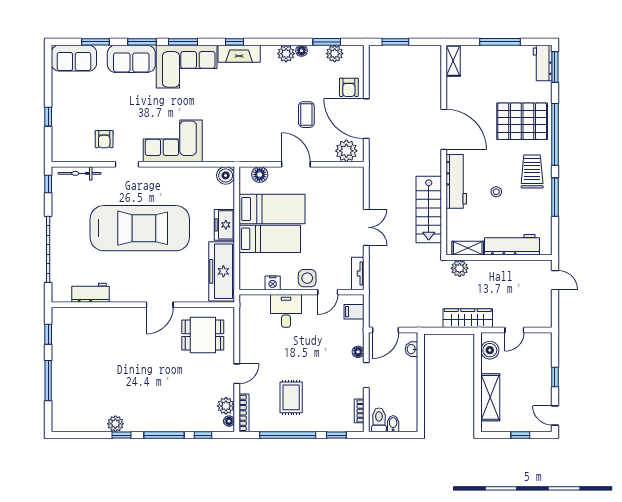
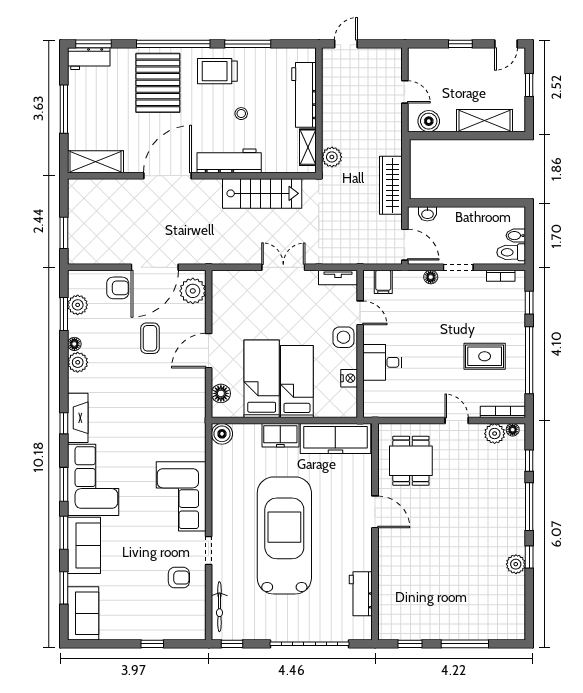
shelving: (453, 61) -> (95, 162), width x1.50, depth x1.33
coffee table: (306, 115) -> (150, 338), turned 90
wardrobe: (468, 318) -> (391, 185), moved

